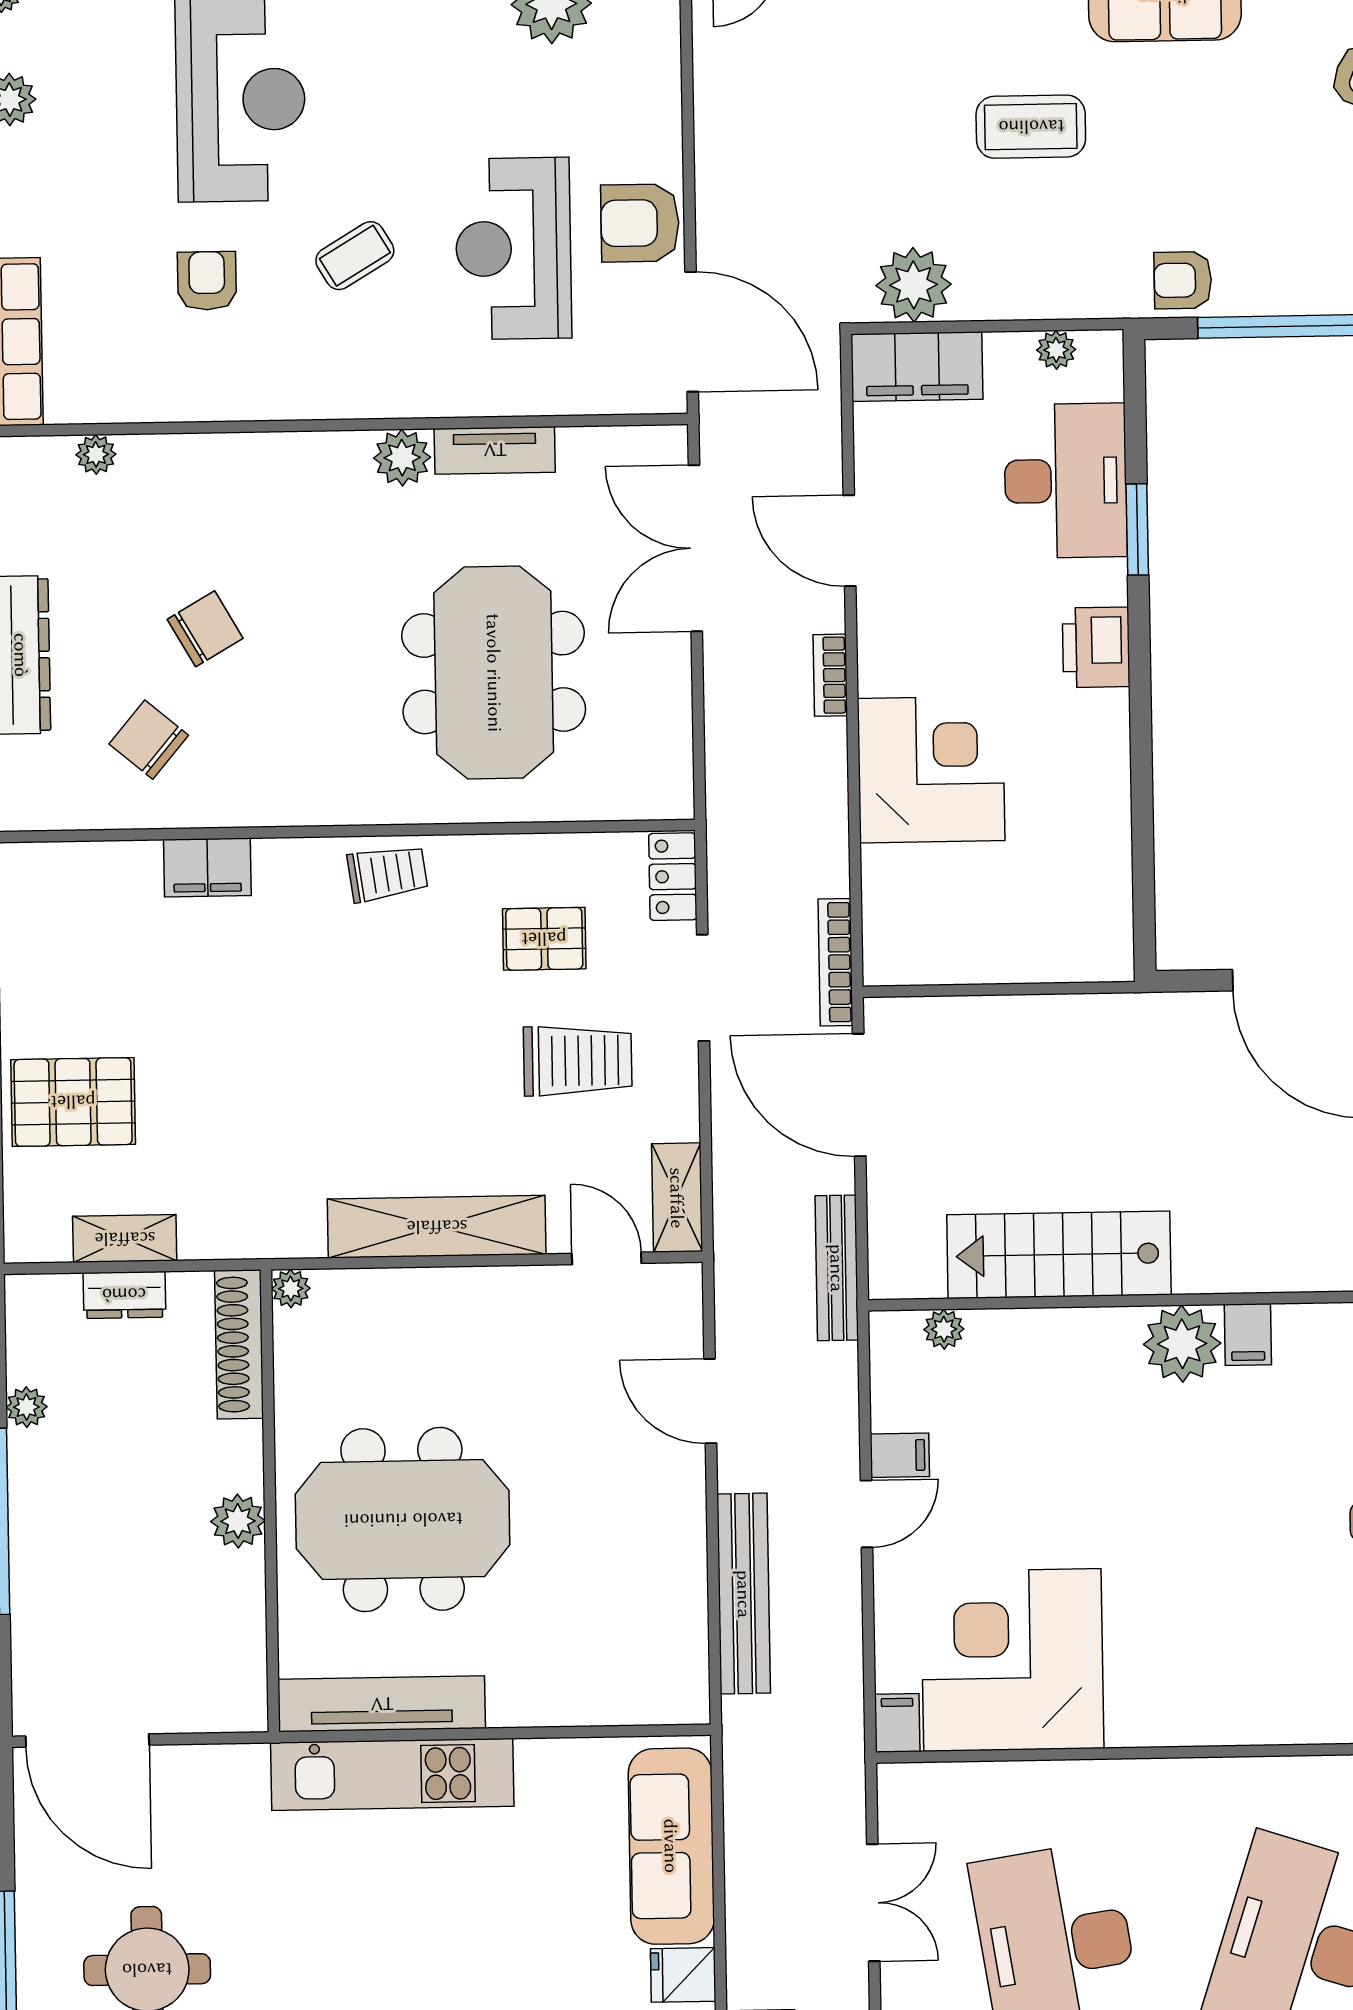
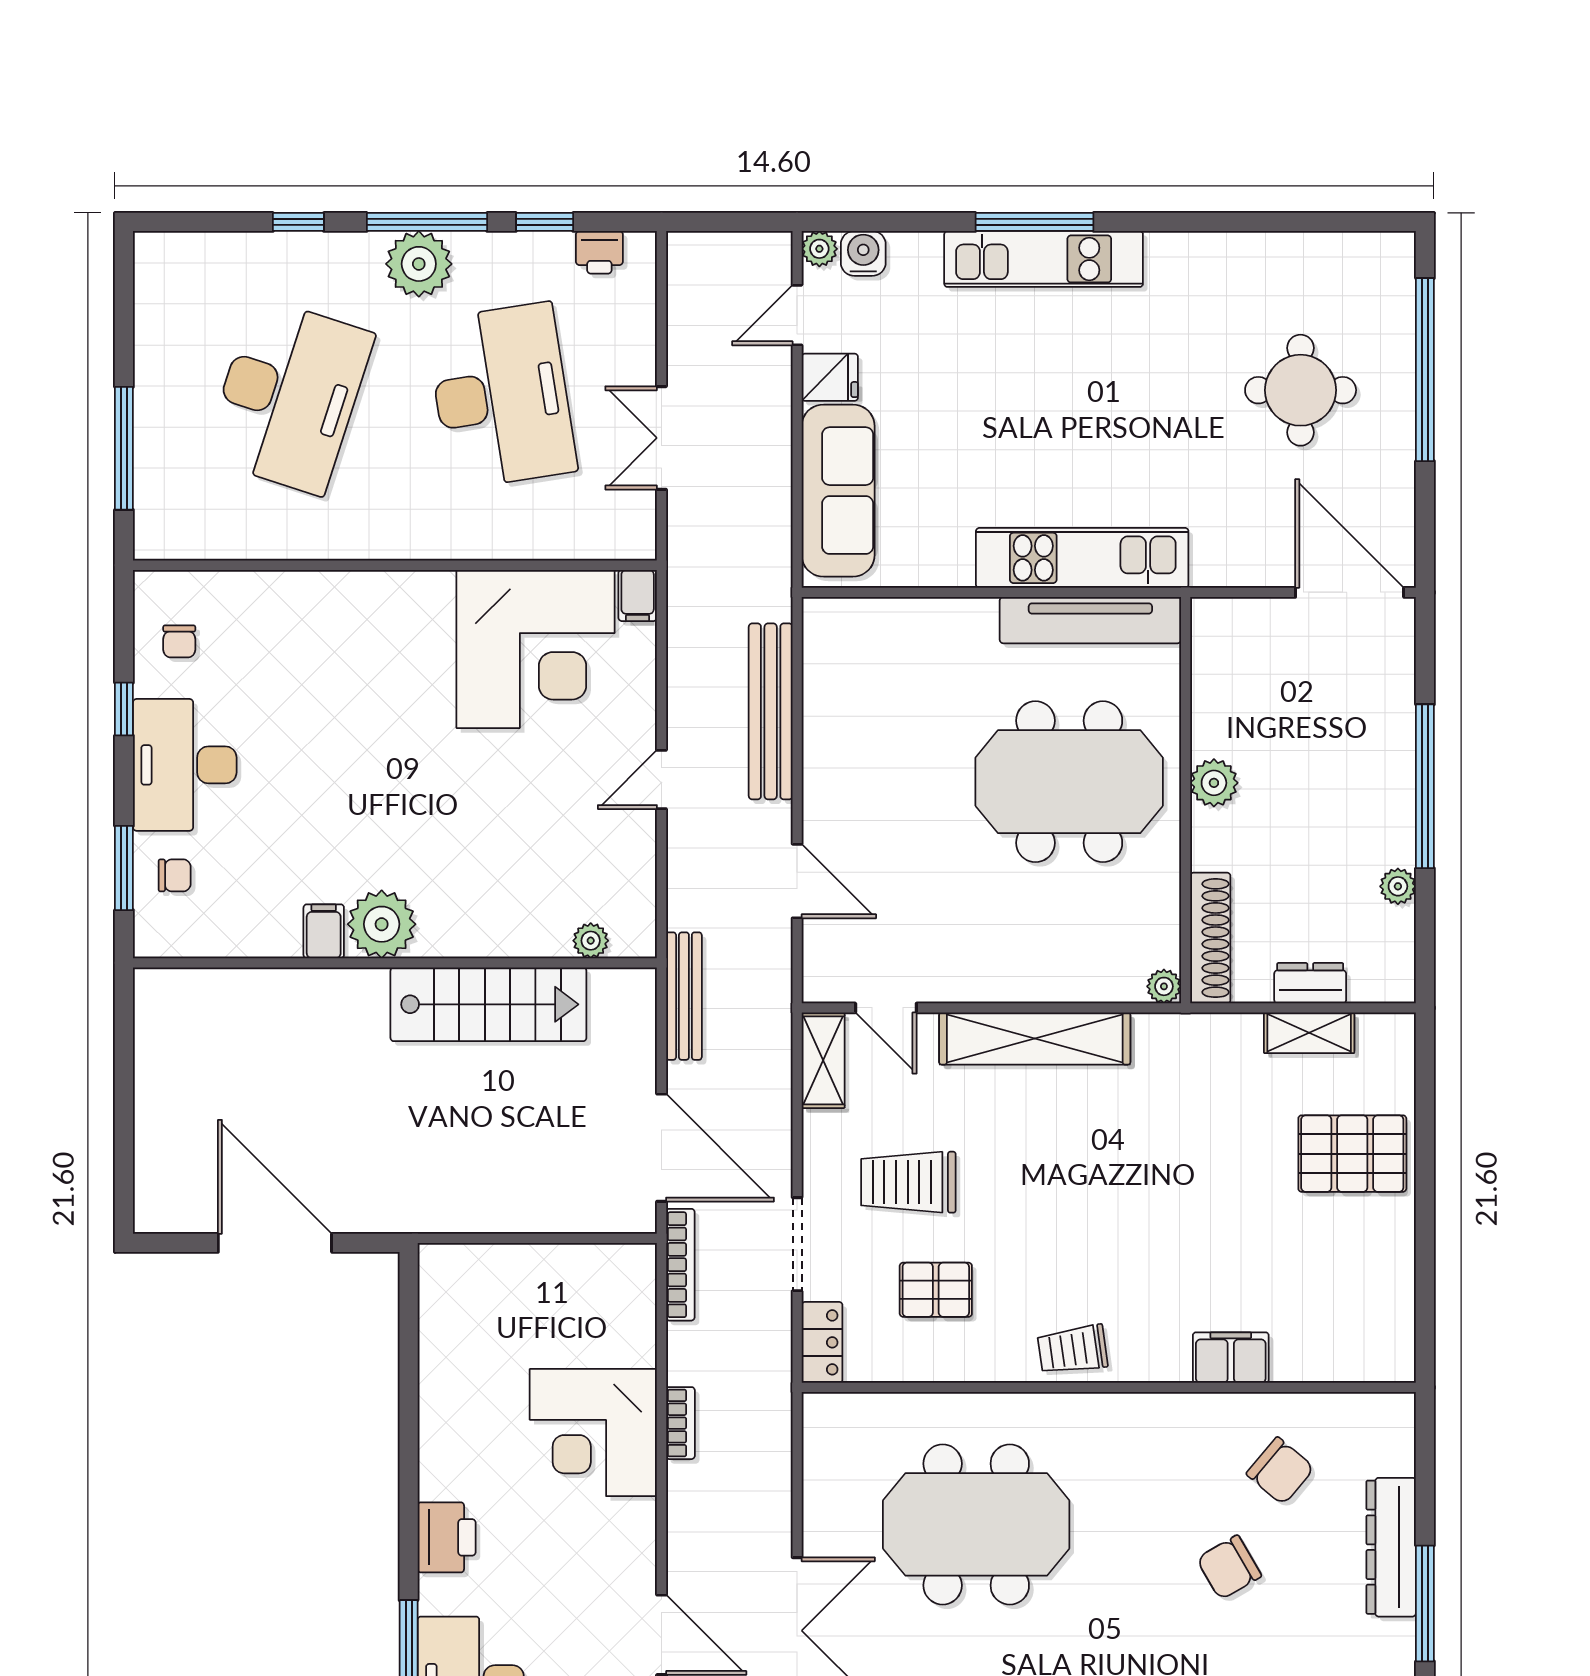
meeting table: (494, 673) -> (976, 1524), turned 90
bookcase: (830, 675) -> (680, 1423), moved
filing cabinet: (900, 1455) -> (631, 830), removed

